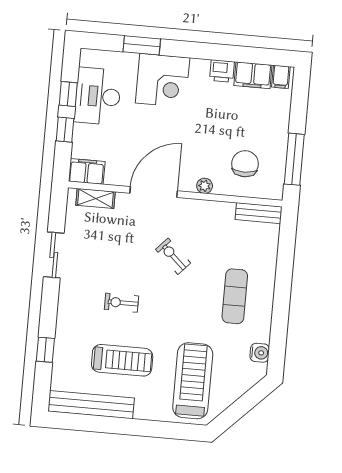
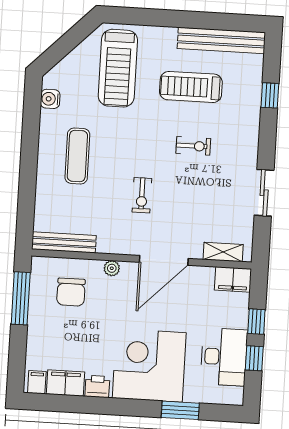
corner desk: (163, 80) -> (149, 365), width x1.36, depth x1.36
bench: (259, 213) -> (64, 242), width x1.36
exercise bike: (173, 256) -> (142, 195), turned 47

